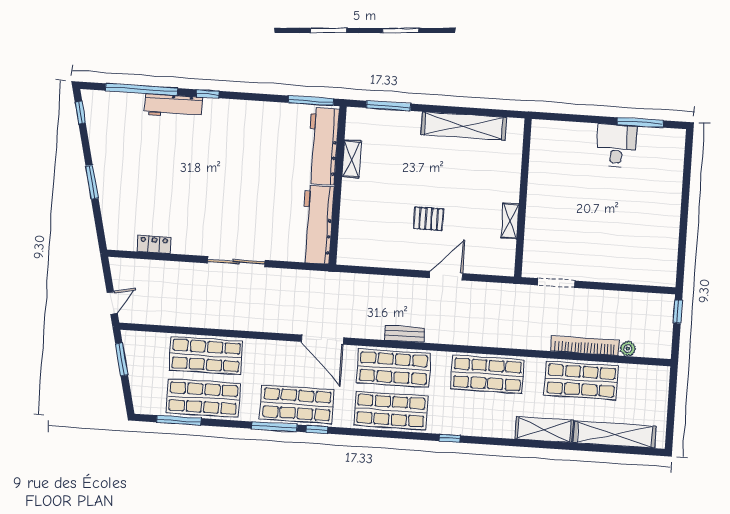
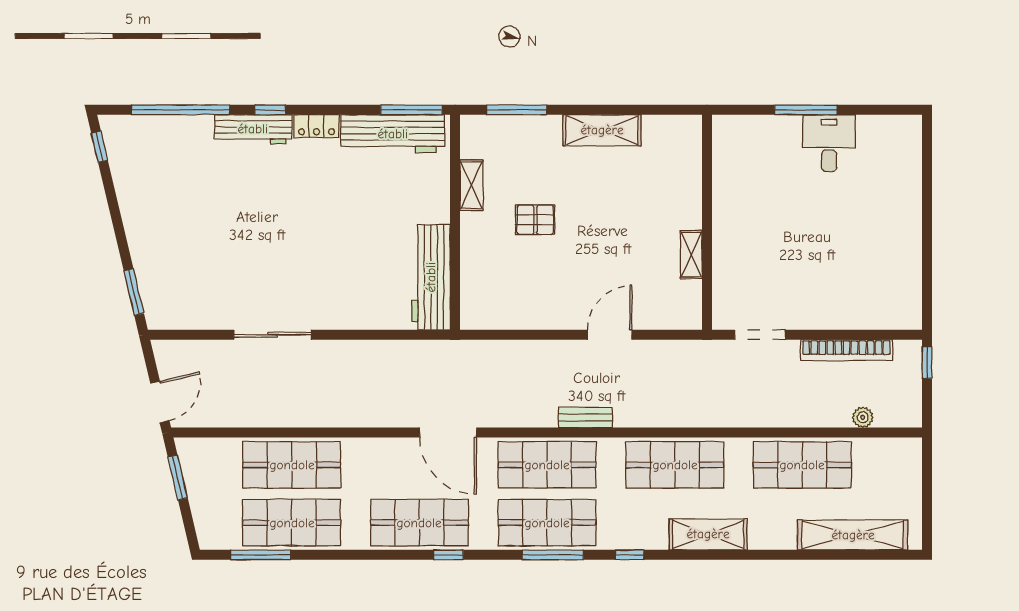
workbench: (173, 106) -> (253, 129), moved
window: (640, 123) -> (806, 110), moved
shelving: (464, 126) -> (602, 130), width x0.68
workbench: (323, 146) -> (393, 134), moved, turned -90
window: (92, 182) -> (134, 292), moved
pallet: (429, 219) -> (535, 220), moved
locker: (154, 244) -> (317, 126), moved, turned 180
sliding door: (236, 262) -> (273, 335), moved
door: (112, 303) -> (160, 402), width x1.38
bench: (405, 334) -> (585, 417), moved
bookcase: (585, 346) -> (846, 350), moved, turned 180
window: (275, 427) -> (553, 555), moved
shelving: (544, 429) -> (708, 534), moved

